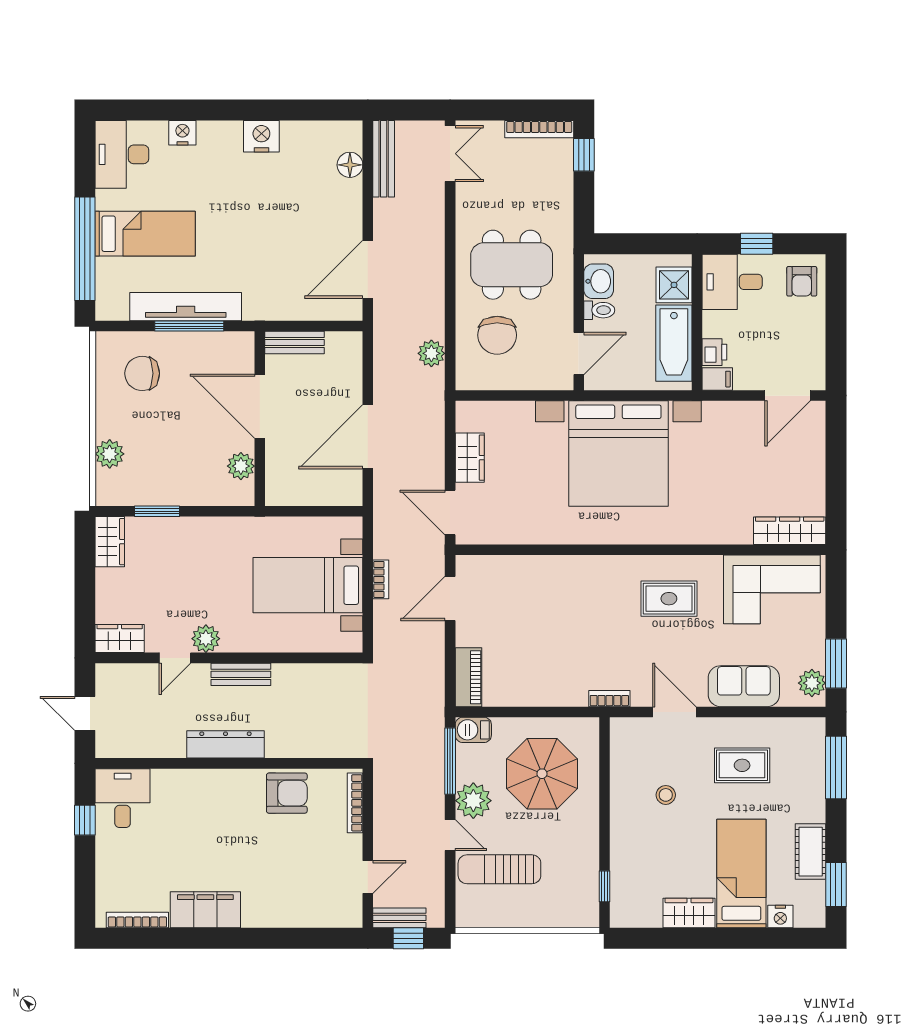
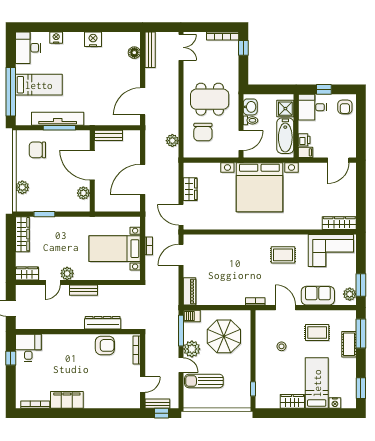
wardrobe: (110, 542) -> (22, 234), width x1.50
dresser: (225, 744) -> (103, 323), moved
cot: (811, 852) -> (349, 344), moved

